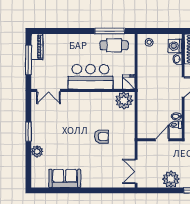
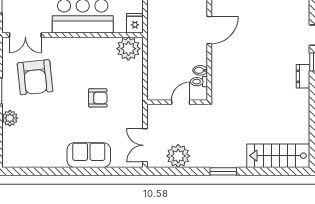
armchair: (56, 122) -> (35, 77), added
sofa: (65, 178) -> (89, 155), moved
plant: (171, 179) -> (178, 156), moved

